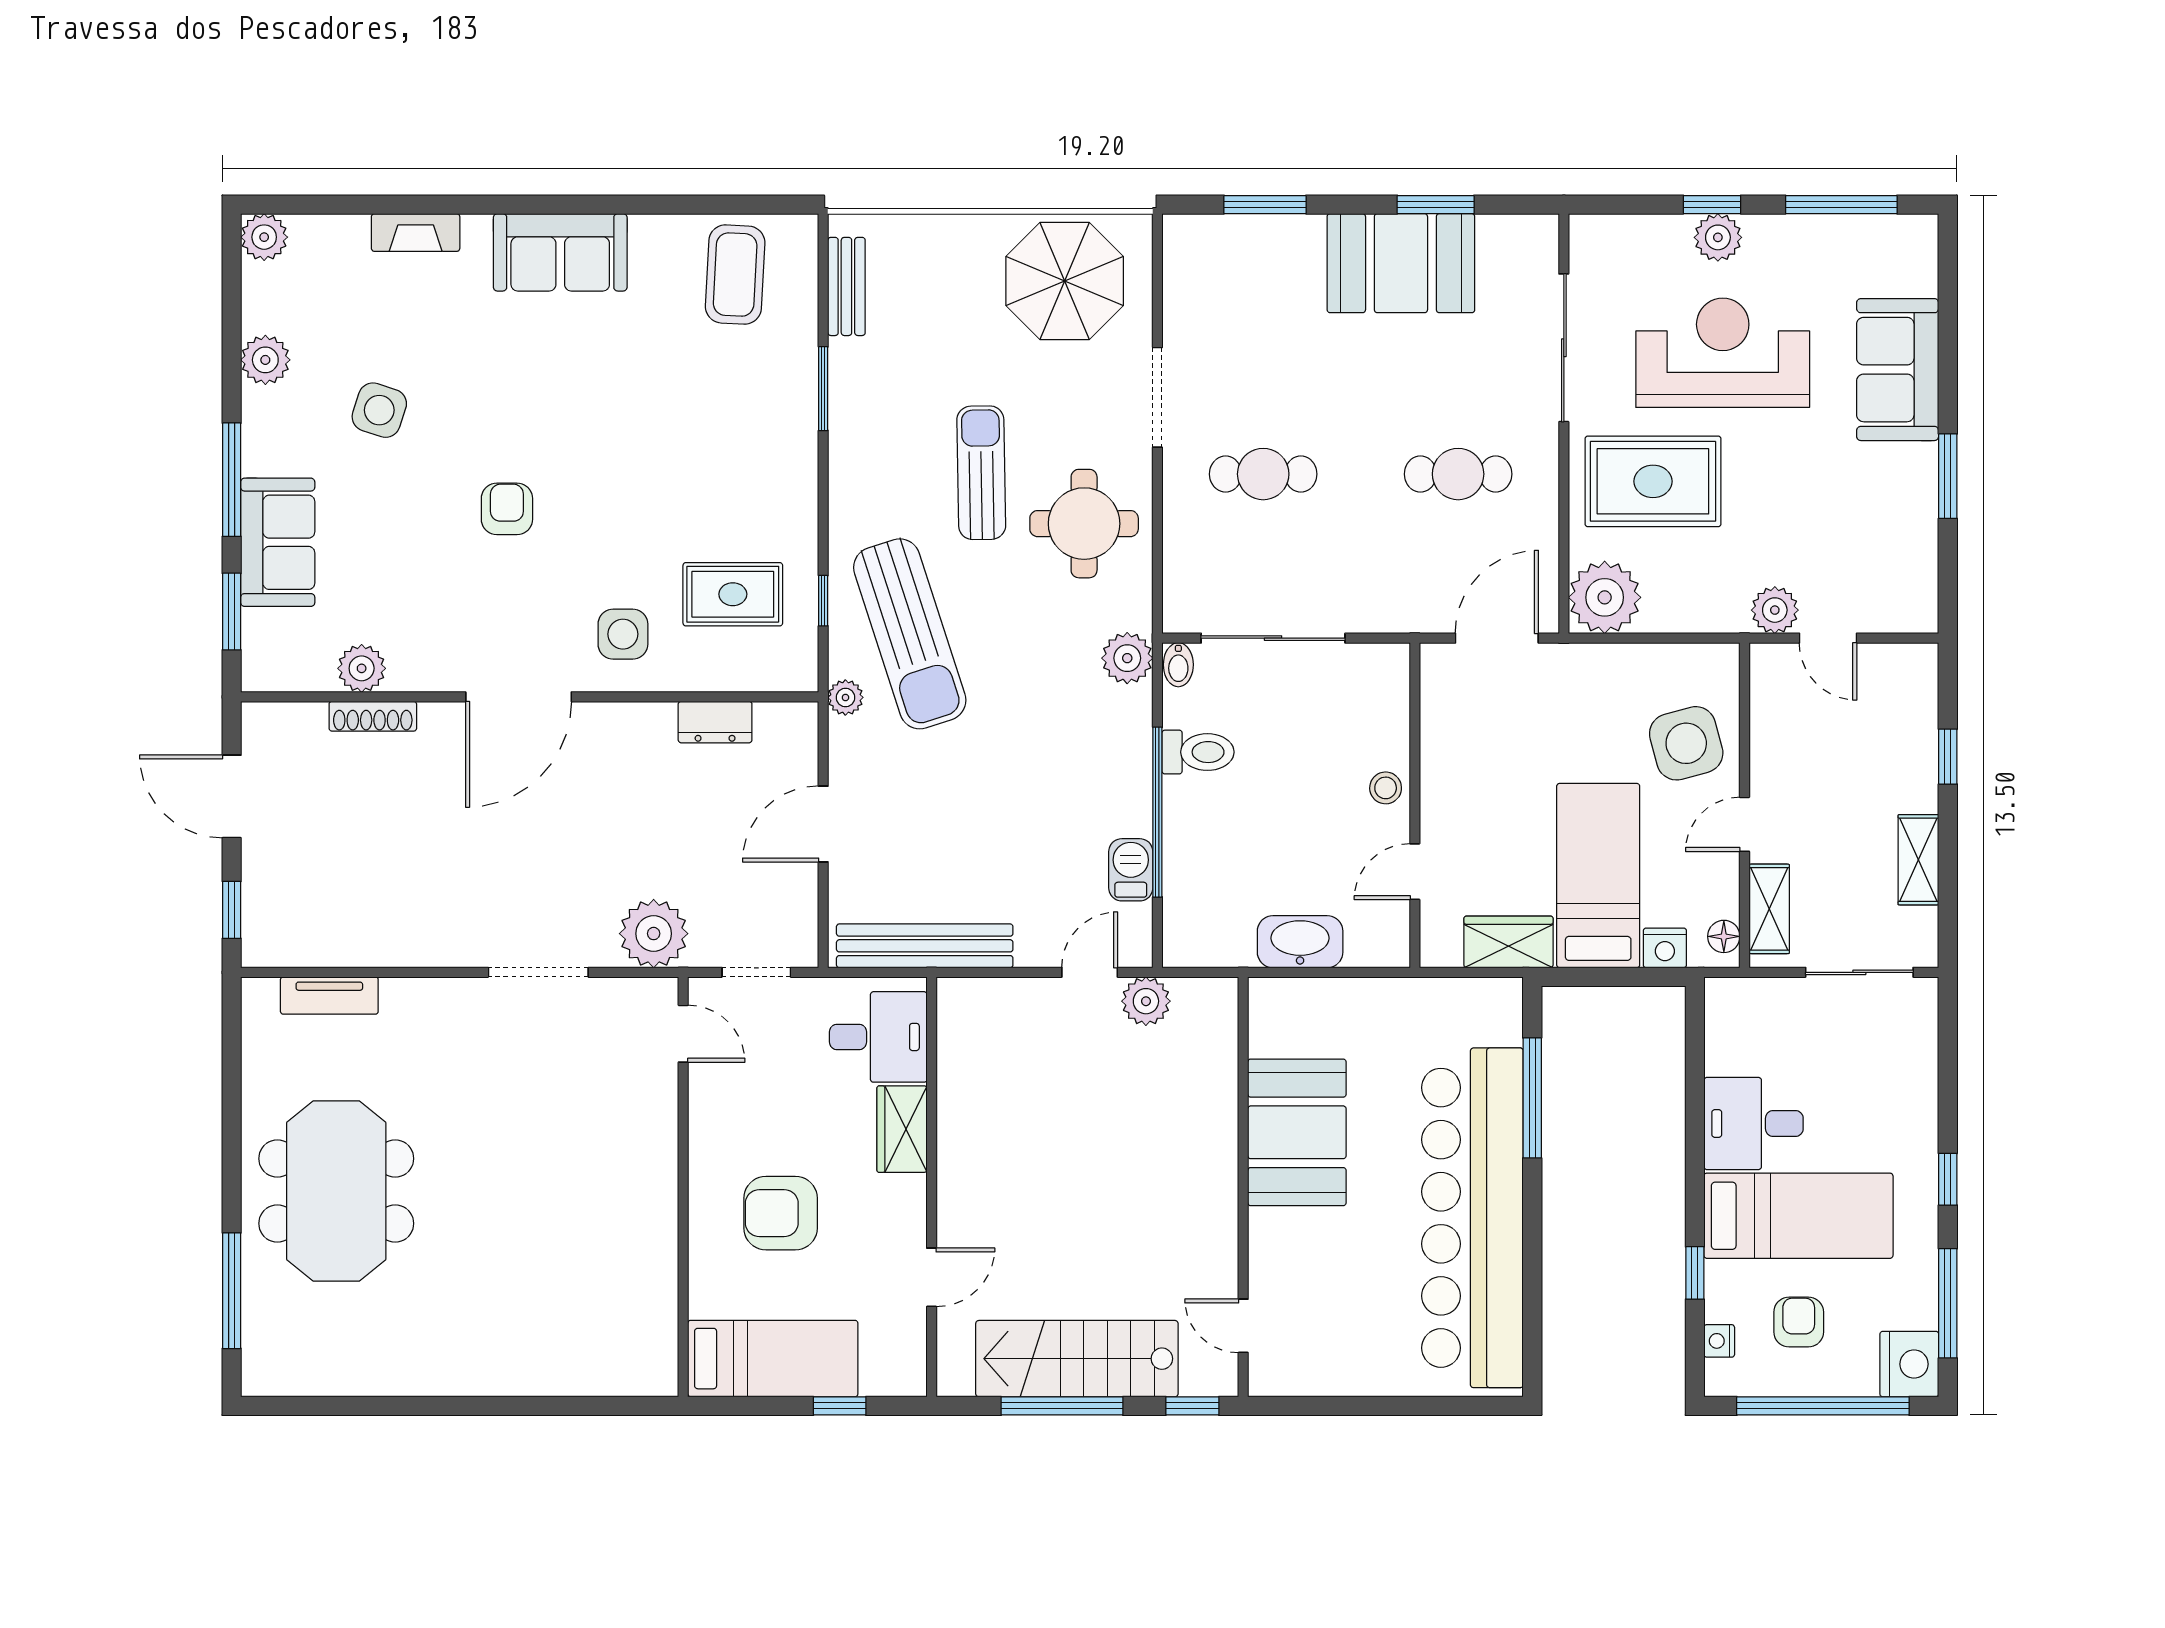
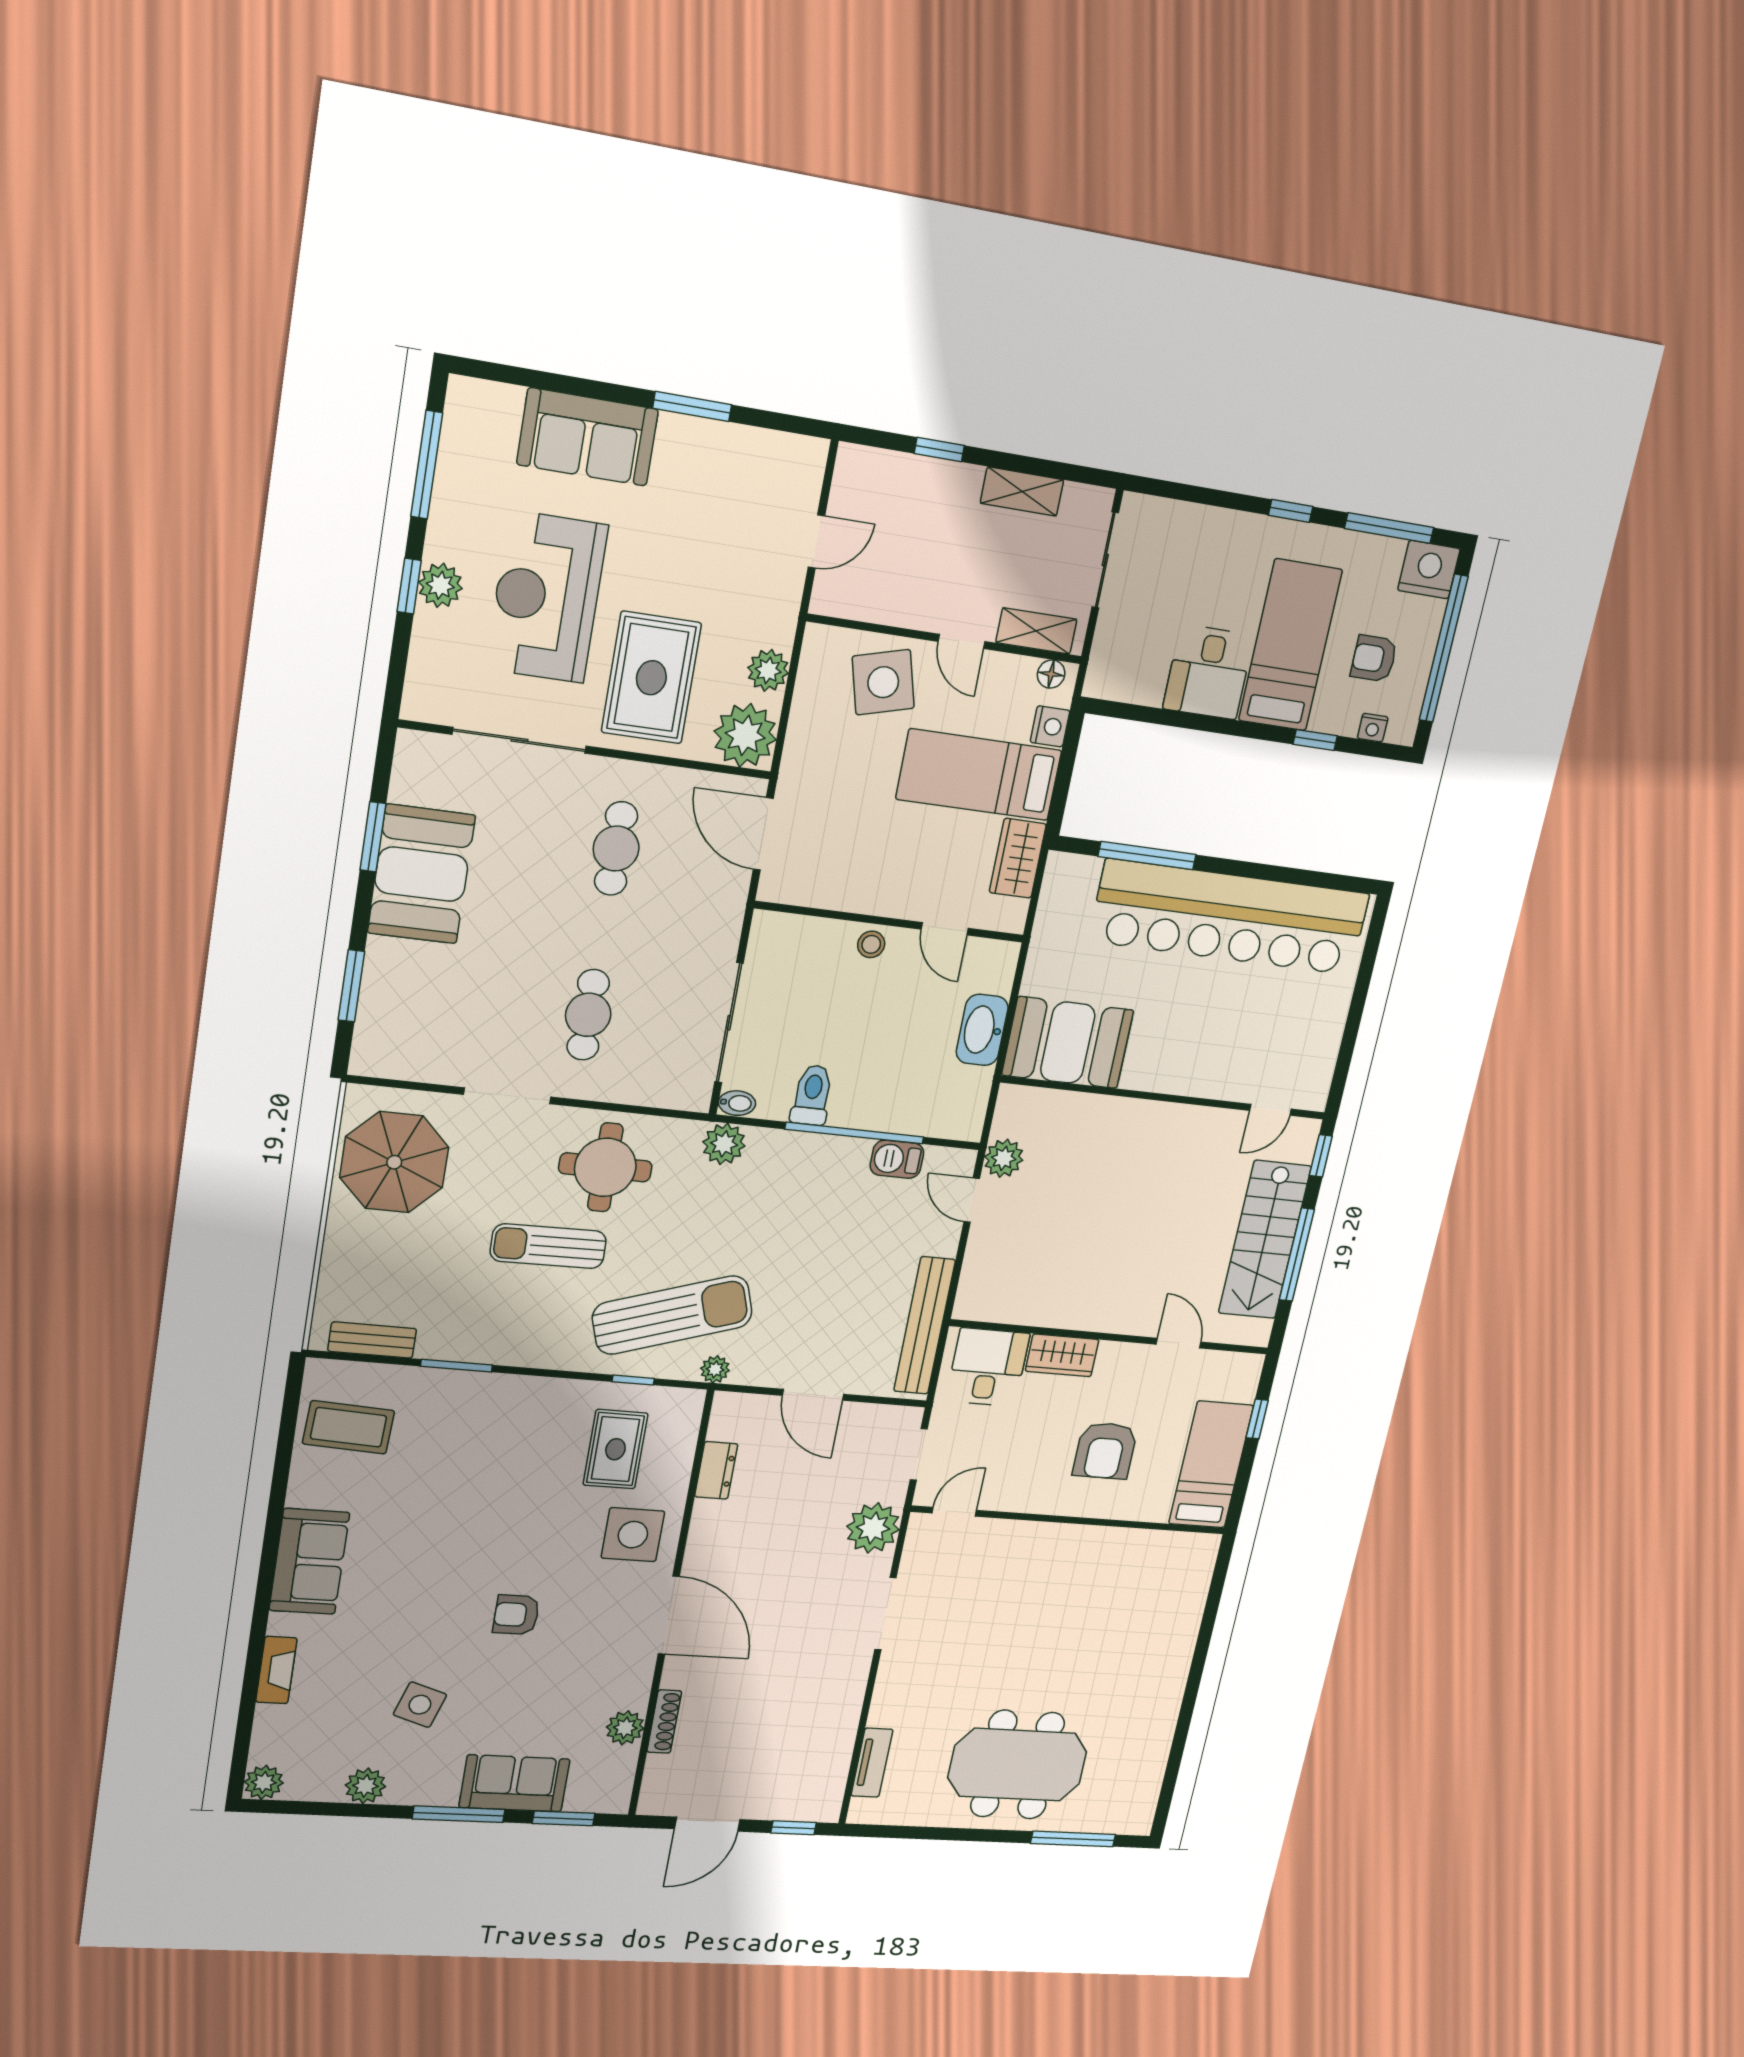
plant: (1775, 610) -> (768, 670), moved
side table: (623, 634) -> (633, 1535), width x1.37, depth x1.37
booth: (1297, 1132) -> (1068, 1043), moved

